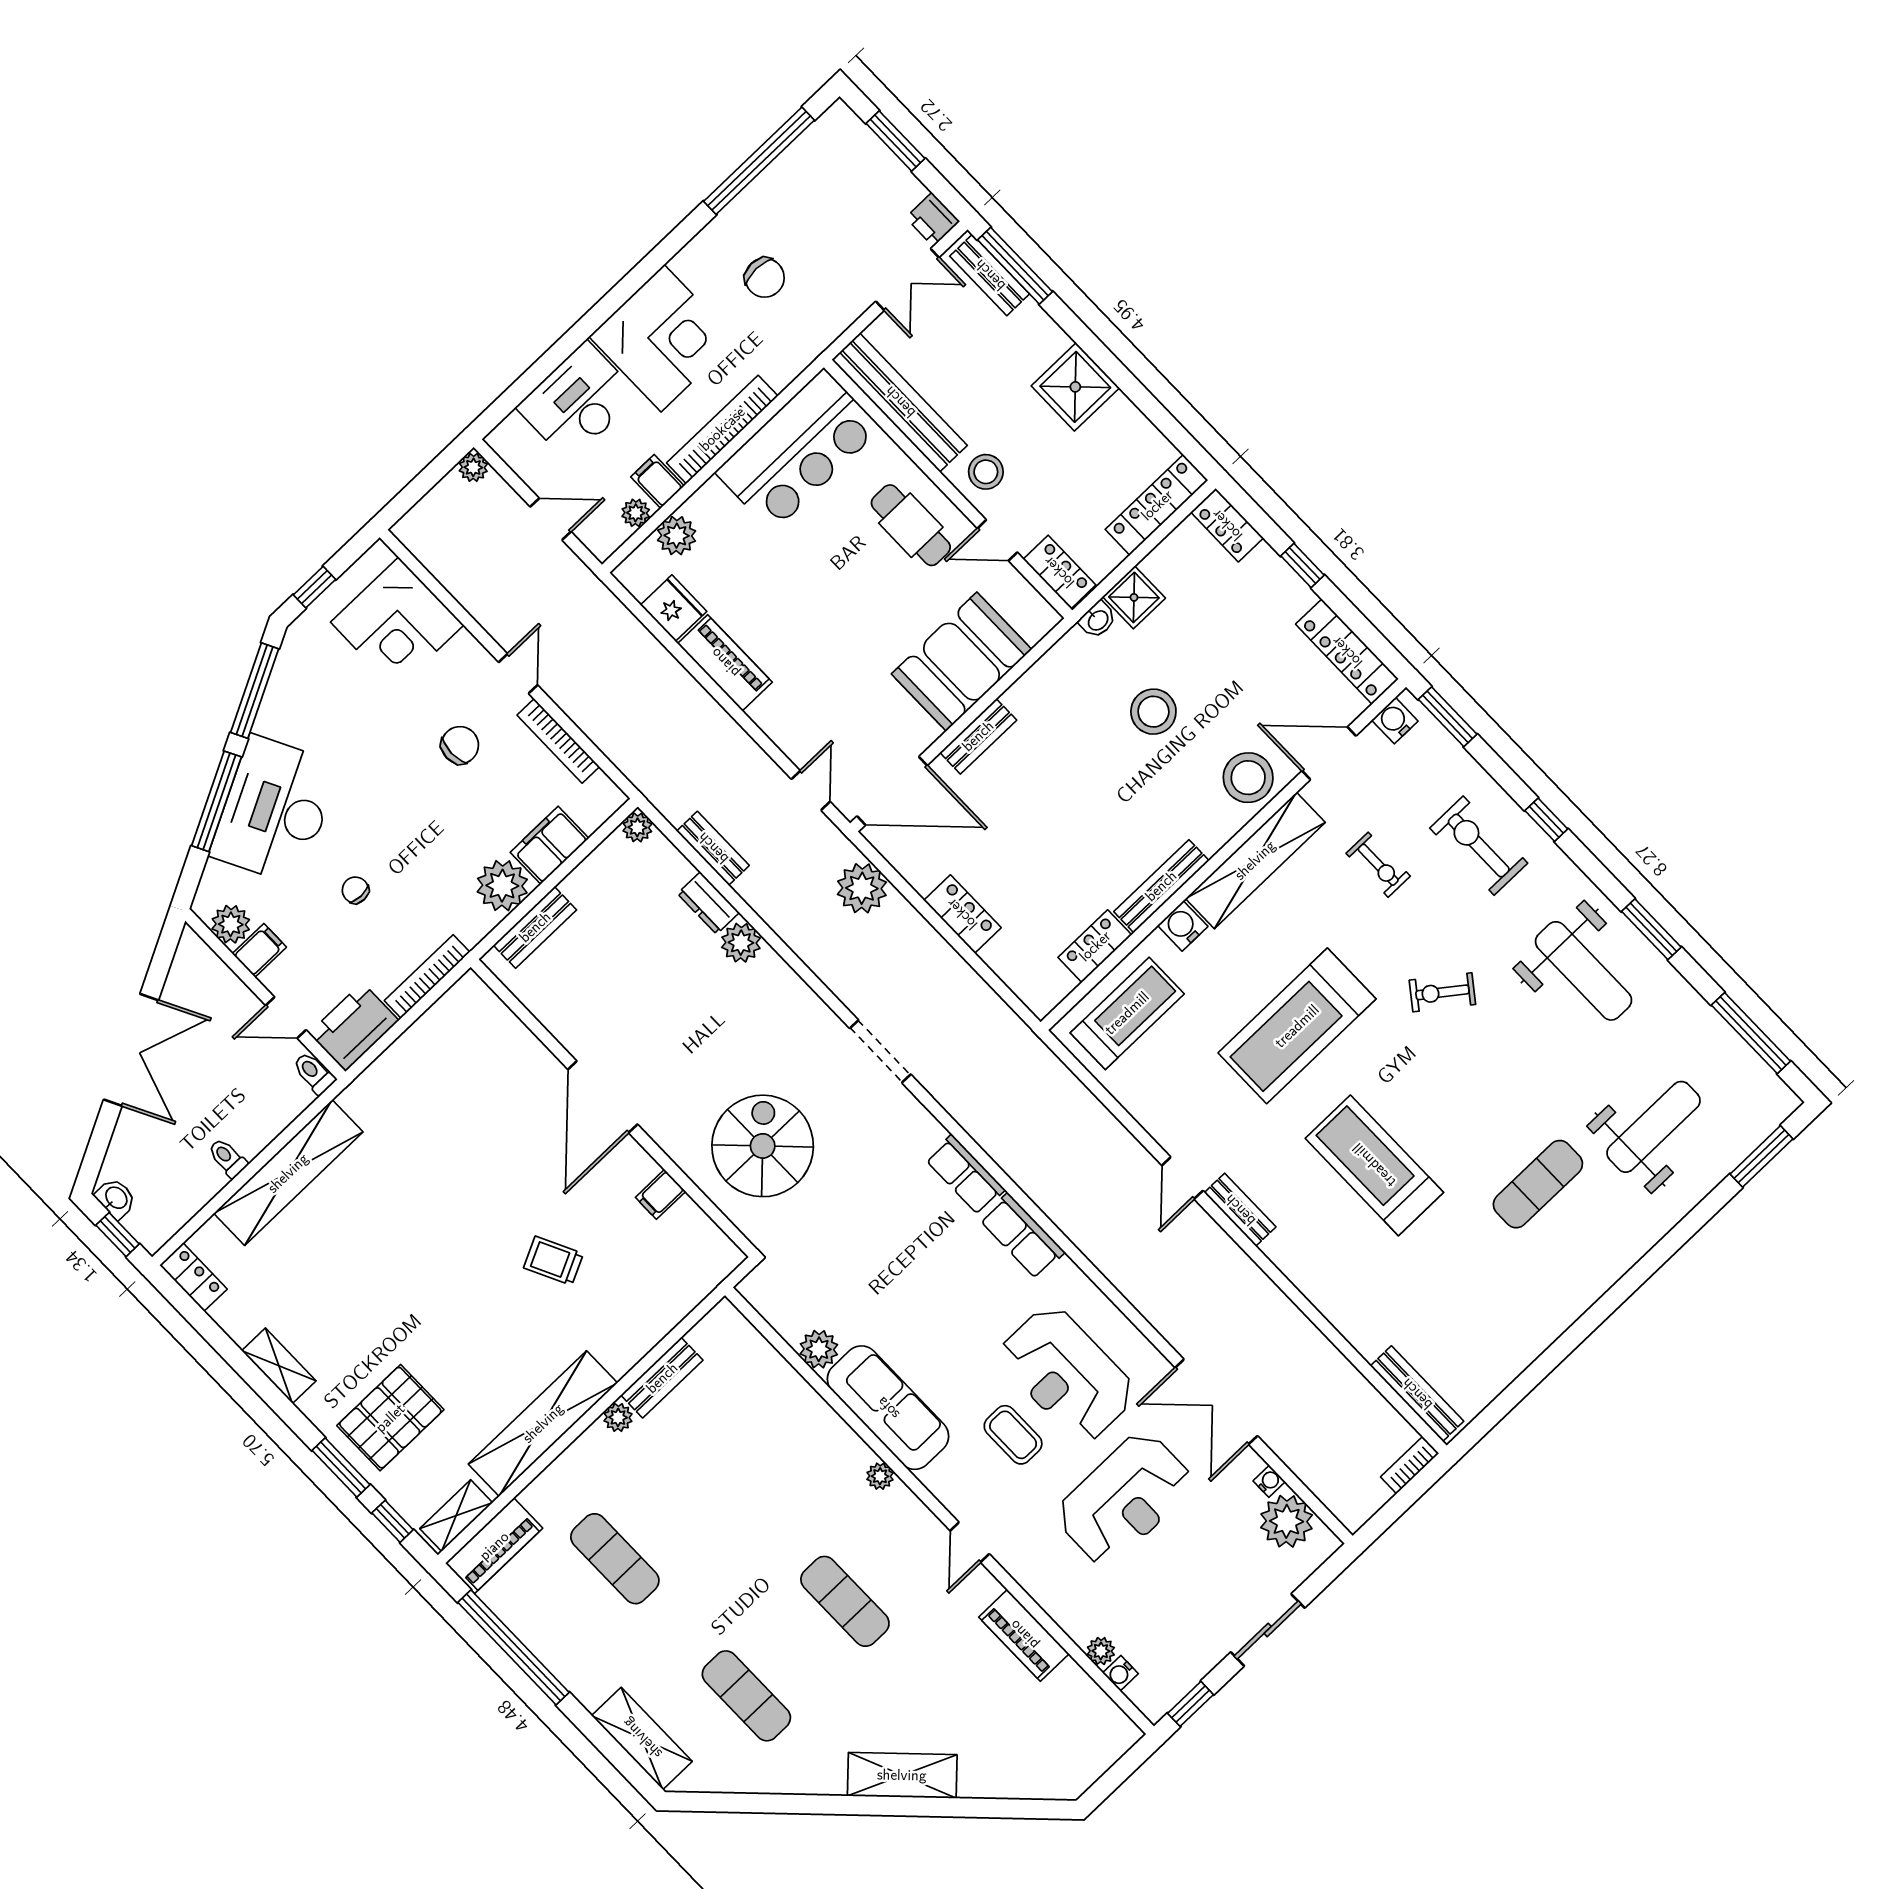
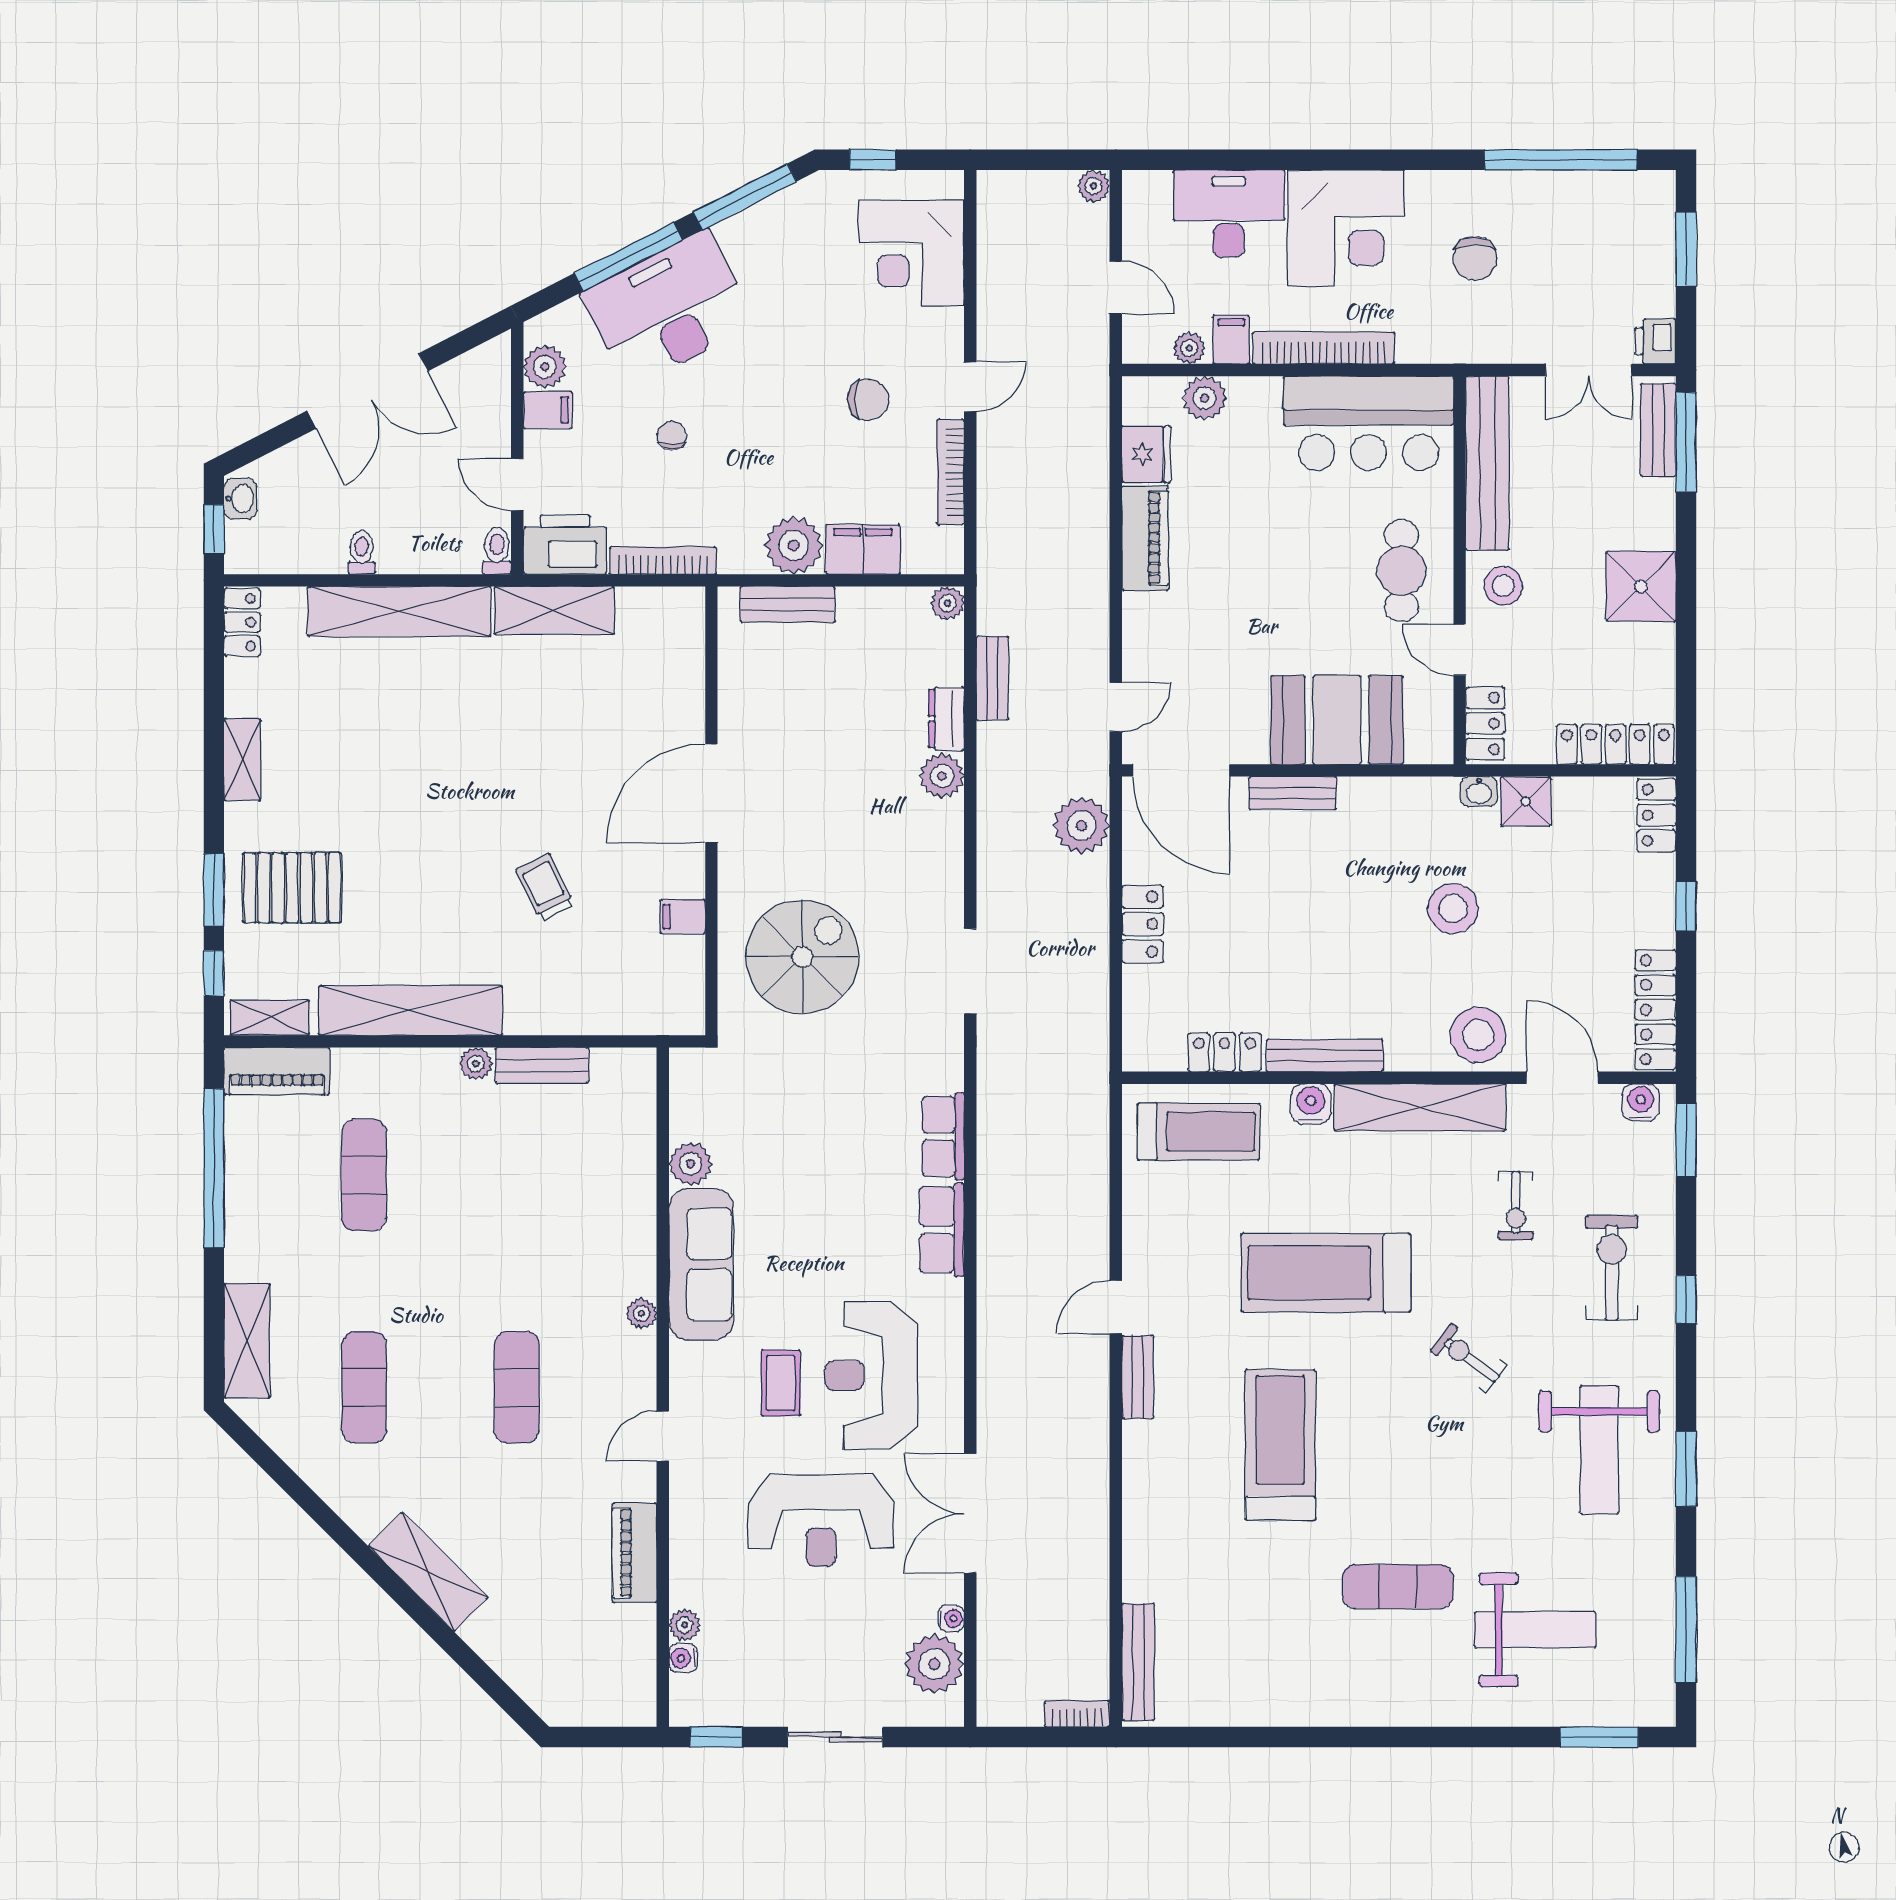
shelving: (388, 1076) -> (554, 610), added

